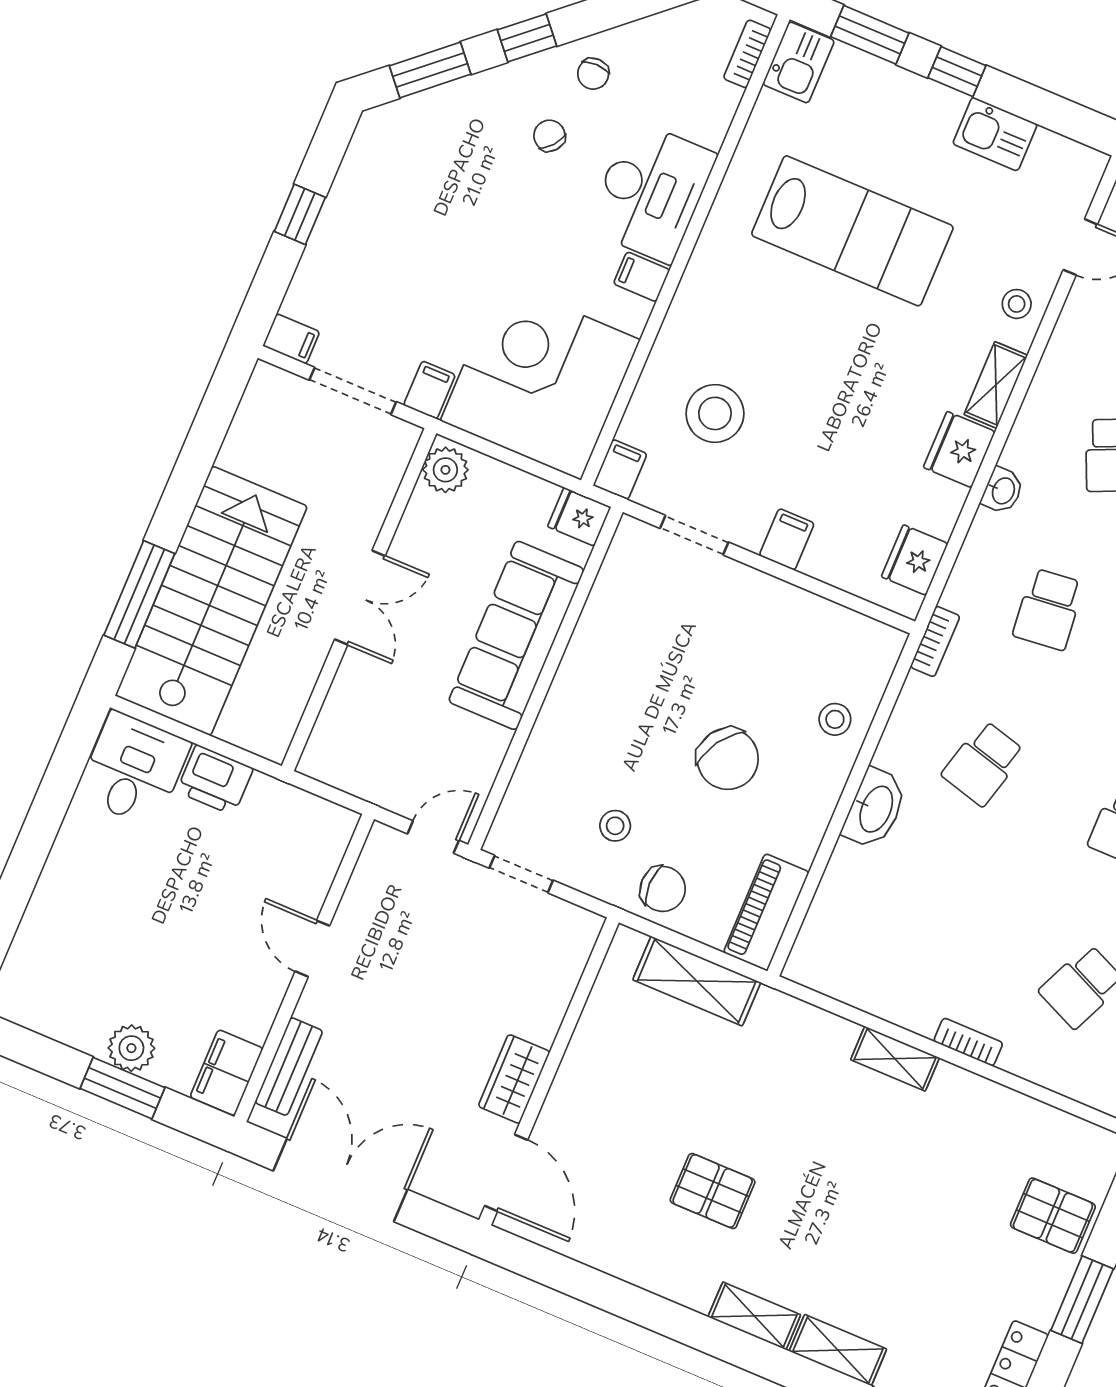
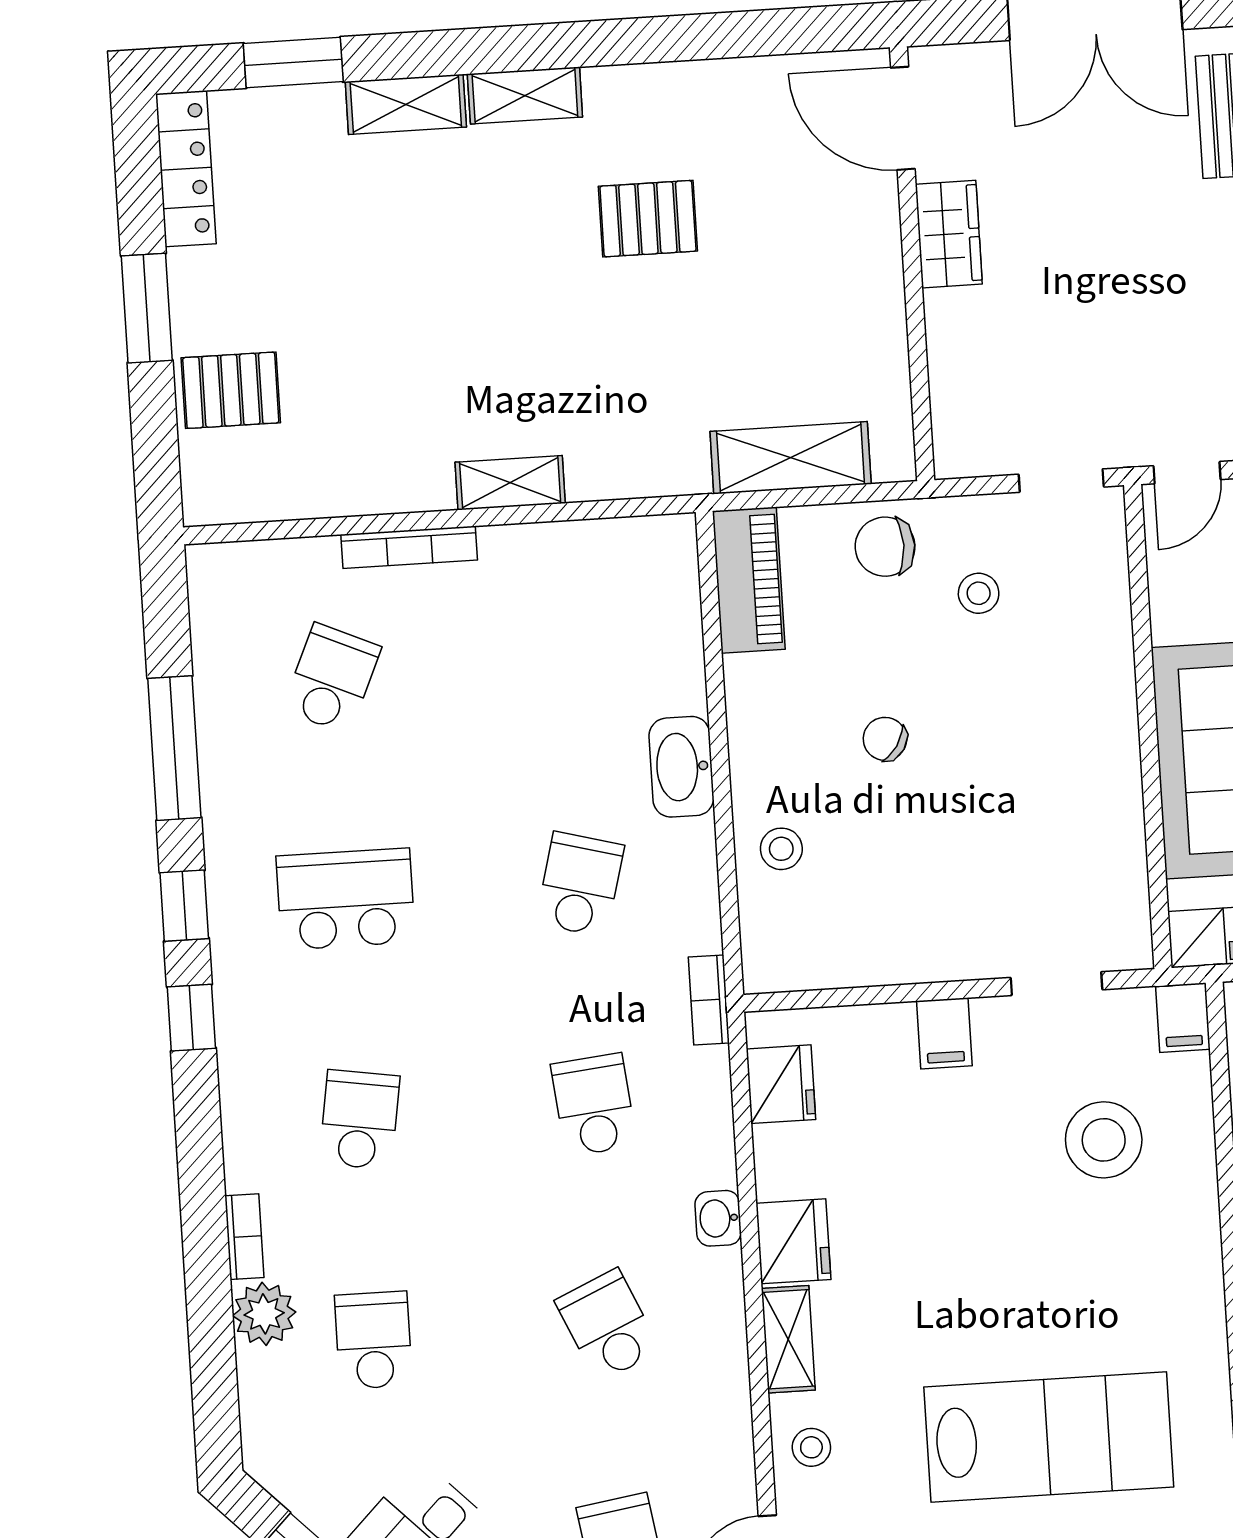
lab bench: (852, 231) -> (1049, 1437), turned 180
chair: (728, 759) -> (885, 739), width x0.54, depth x0.54
bookcase: (968, 1042) -> (409, 547), width x1.56

